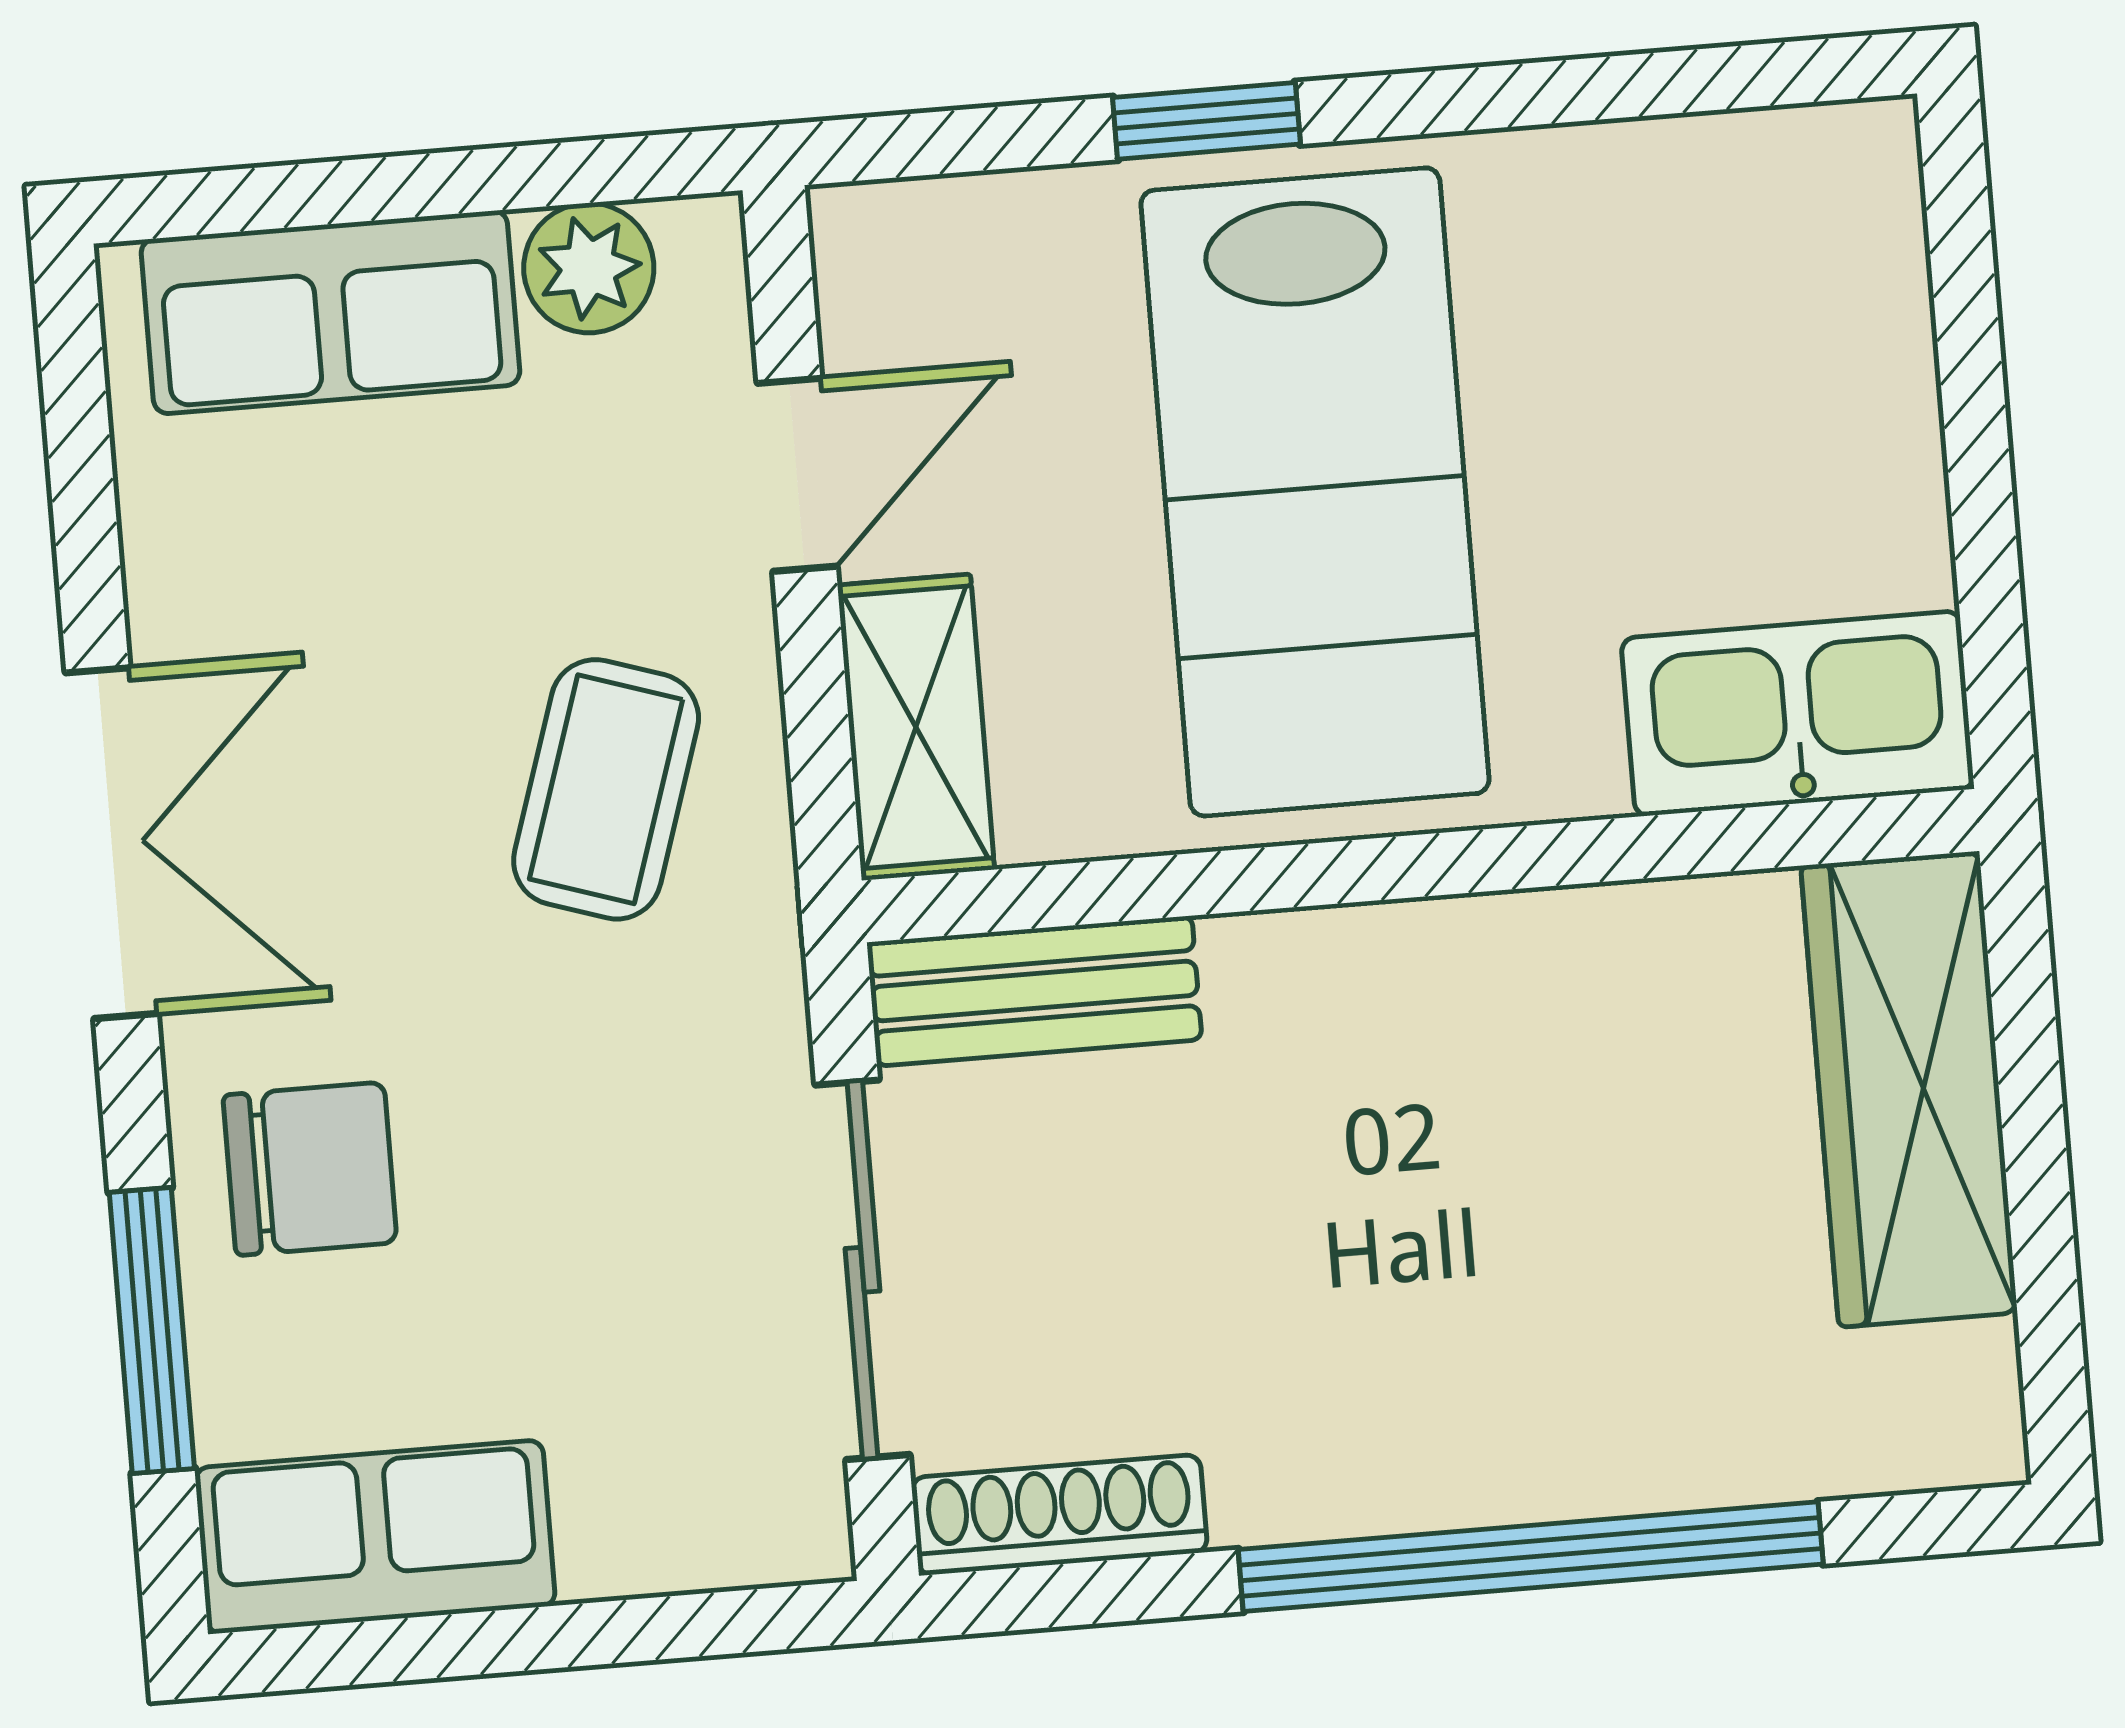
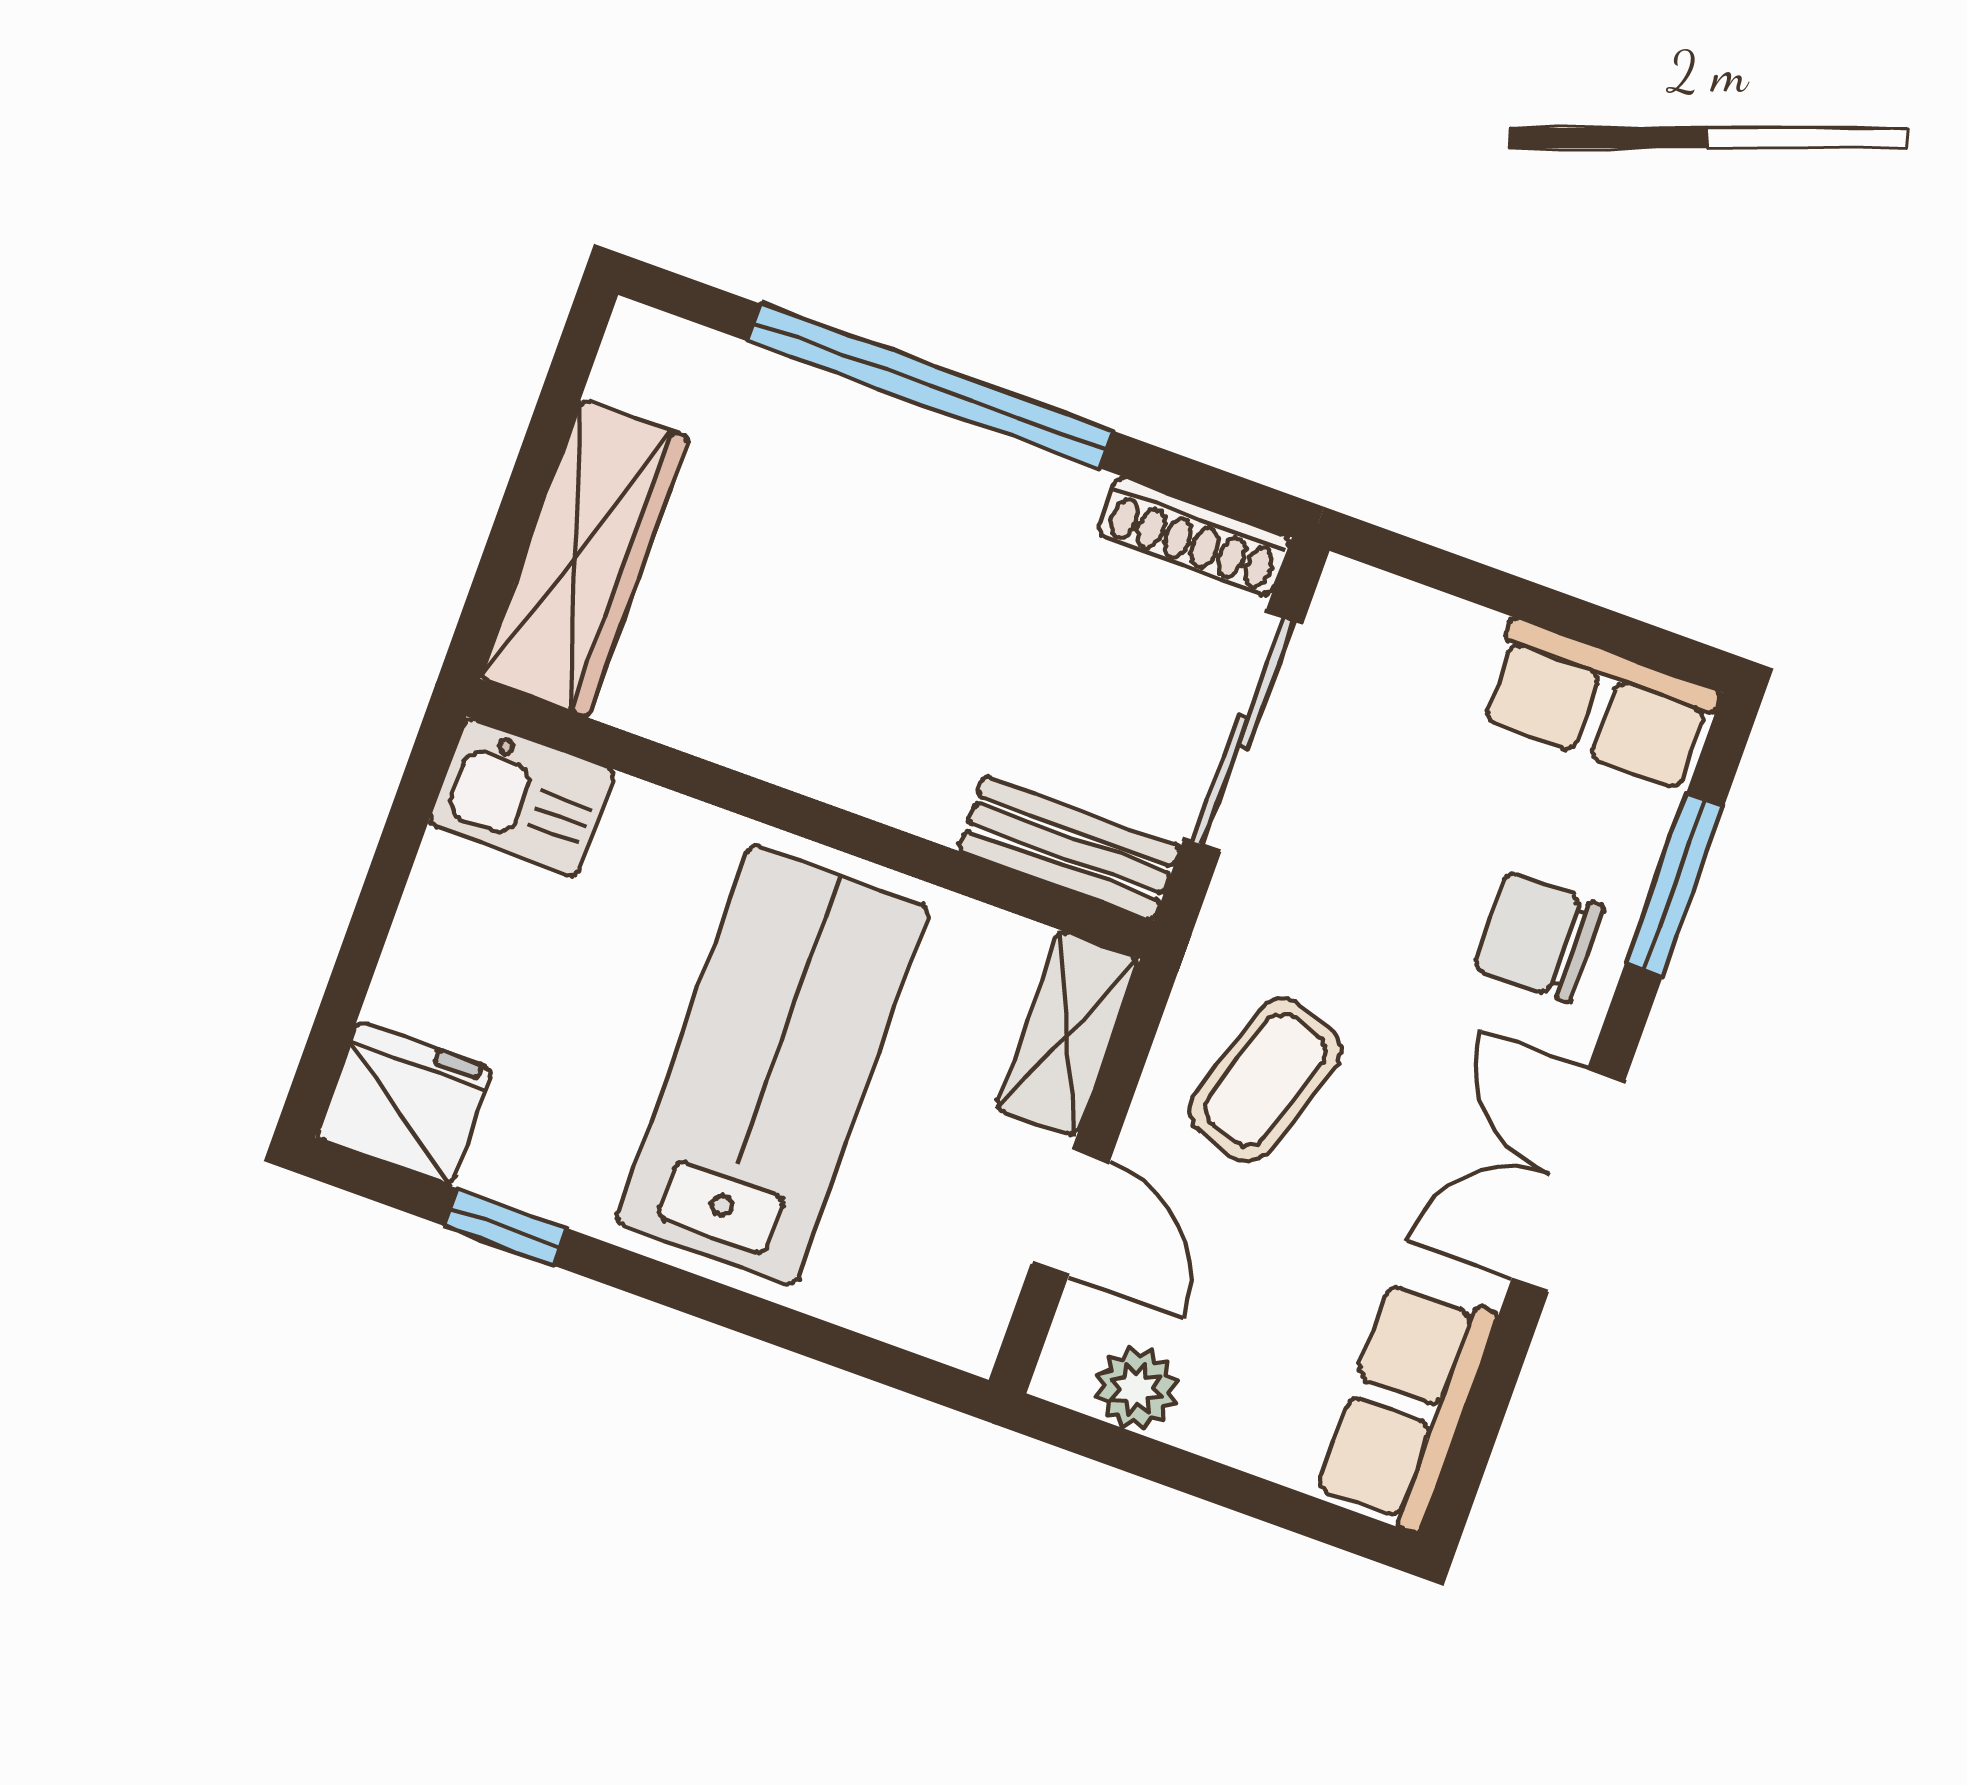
window: (1206, 121) -> (505, 1227), moved
fridge: (1813, 200) -> (404, 1103), added
row of seats: (330, 312) -> (1406, 1405), moved, turned -90
door: (797, 475) -> (1070, 1213), swing flipped
kitchen sink: (1798, 714) -> (522, 797), width x0.73

